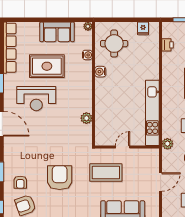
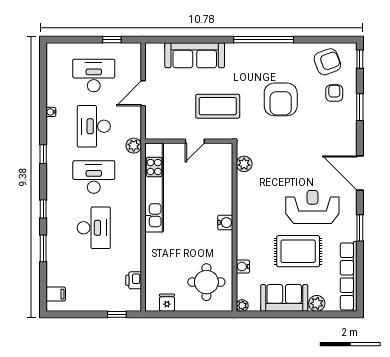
plant: (33, 28) -> (317, 303), added
water cooler: (100, 72) -> (225, 223), moved
plant: (86, 118) -> (244, 164), moved

